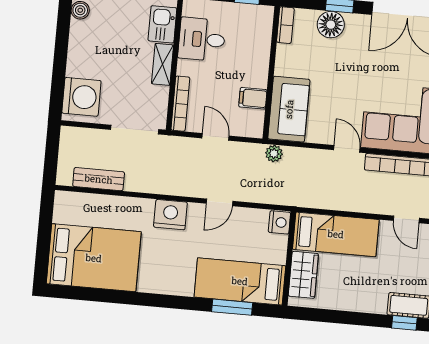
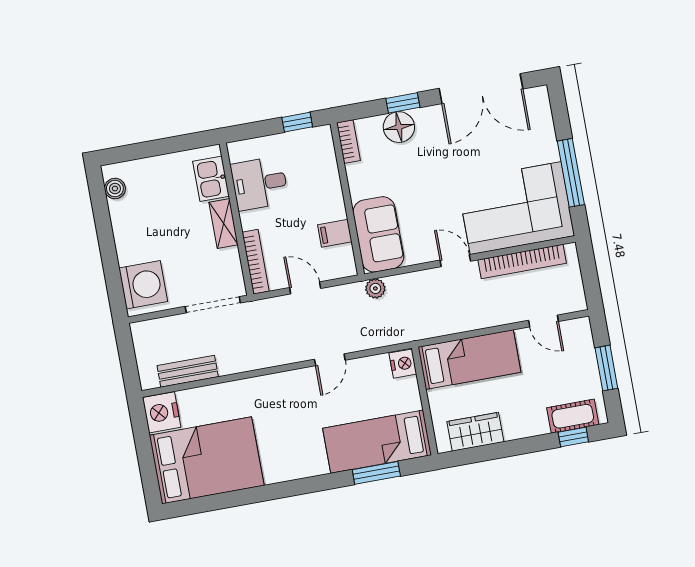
nightstand: (170, 215) -> (162, 412), moved, turned -90
wardrobe: (303, 275) -> (475, 432), moved, turned -90

